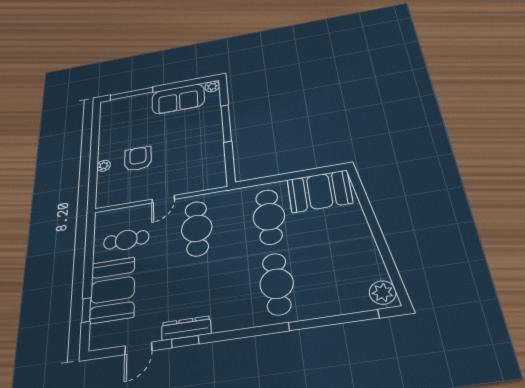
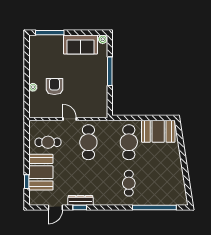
door: (163, 199) -> (70, 119), swing flipped
cafe table: (277, 284) -> (129, 183), width x0.73, depth x0.74
plant: (383, 292) -> (180, 197), removed

